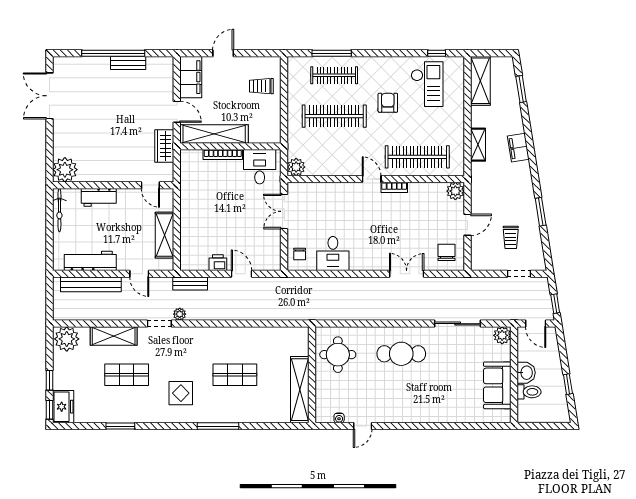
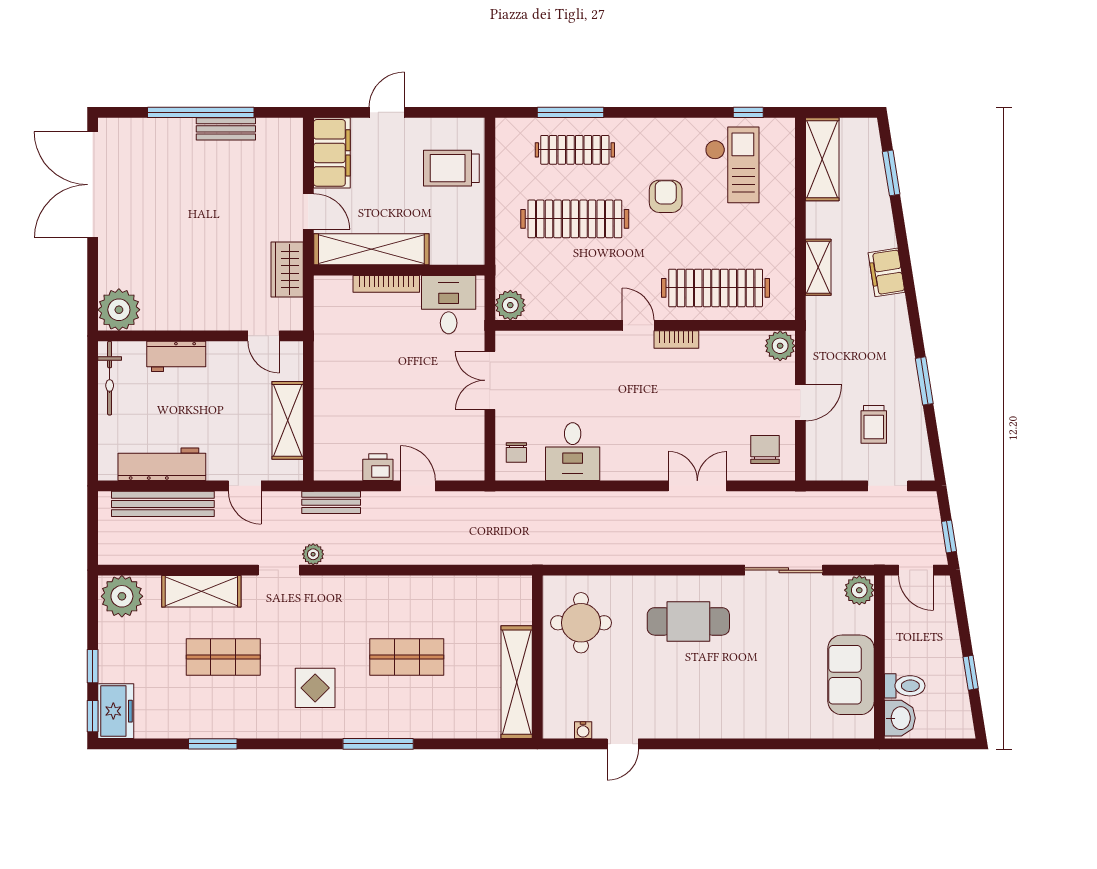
trolley: (261, 86) -> (451, 168), width x1.36, depth x1.39
double door: (49, 96) -> (93, 185), width x1.36
washbasin: (526, 373) -> (900, 718), moved

